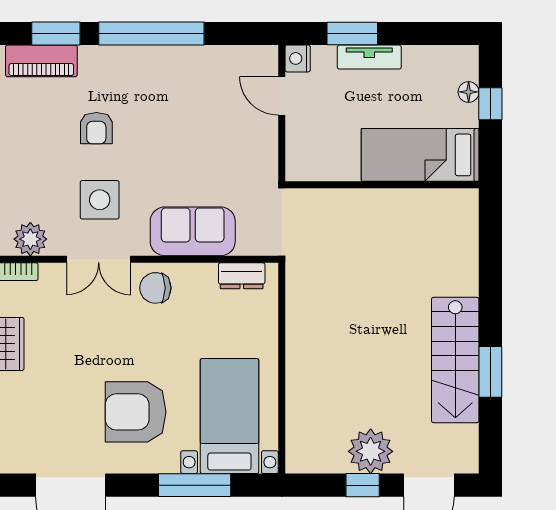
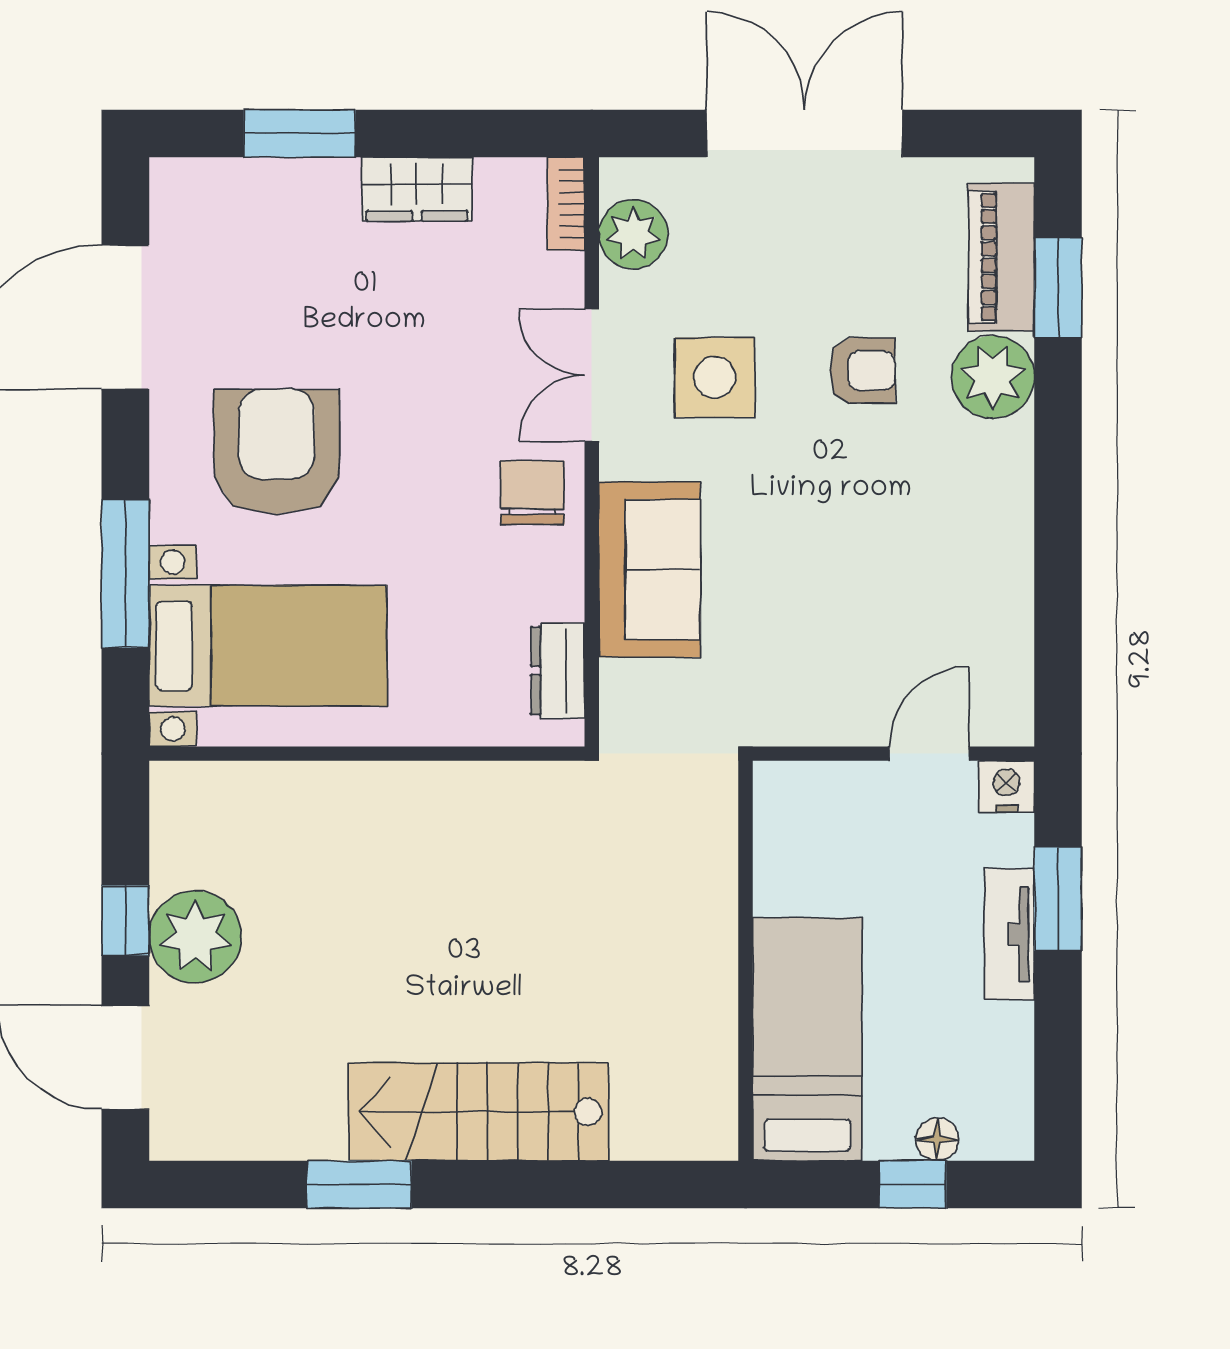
window: (151, 33) -> (1058, 484), removed
plant: (99, 65) -> (993, 377), added
armchair: (96, 128) -> (863, 371), turned 180
stairs: (455, 360) -> (479, 1112), moved

